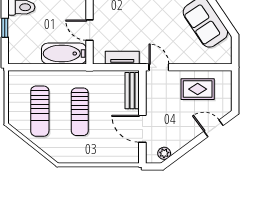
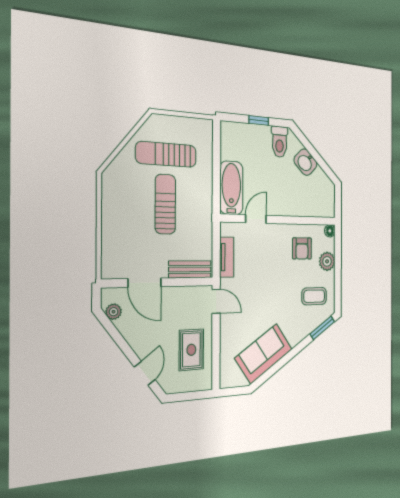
door: (159, 67) -> (216, 301), hinge flipped
sun lounger: (80, 112) -> (165, 204), turned 90
door: (142, 129) -> (145, 283), swing flipped

